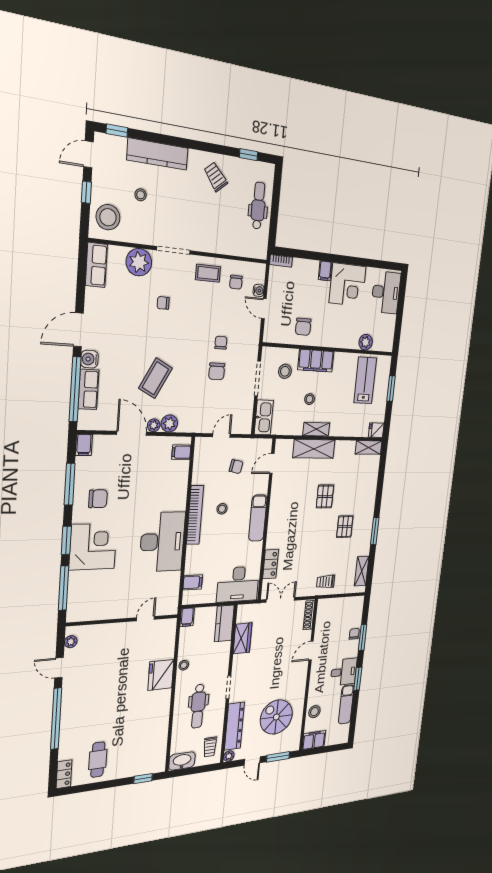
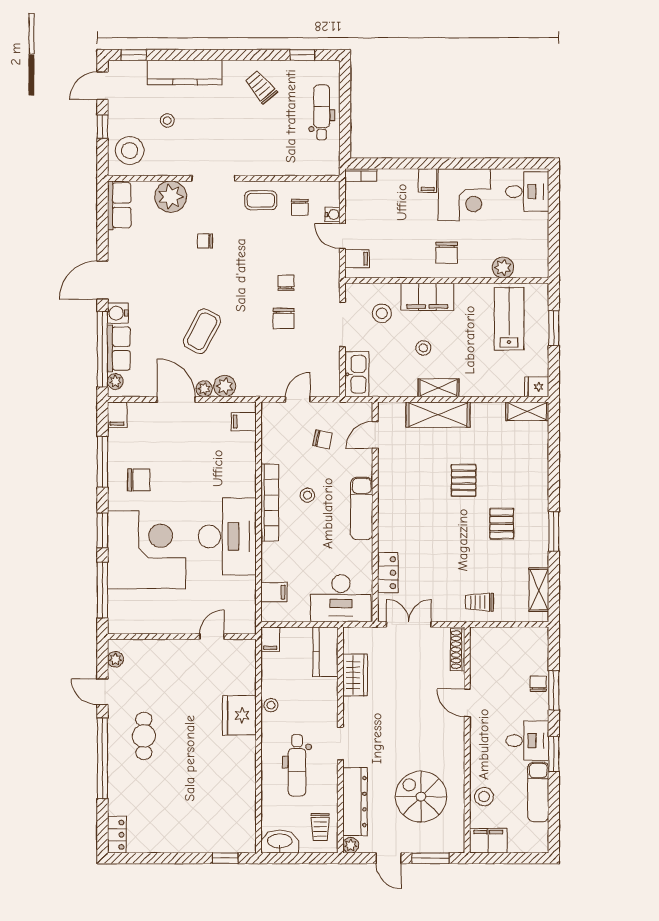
desk: (386, 292) -> (527, 192), width x0.73
filing cabinet: (272, 327) -> (357, 259), added
chair: (303, 327) -> (447, 253), moved
plant: (84, 417) -> (115, 381), added
corner desk: (93, 547) -> (147, 550), width x1.36, depth x1.36
door: (311, 651) -> (467, 703), hinge flipped
cafe table: (98, 760) -> (144, 736), moved

